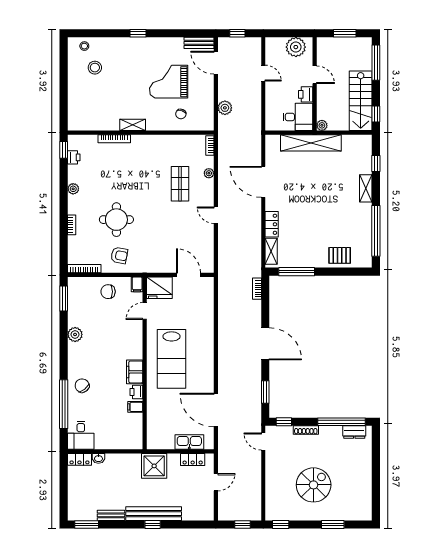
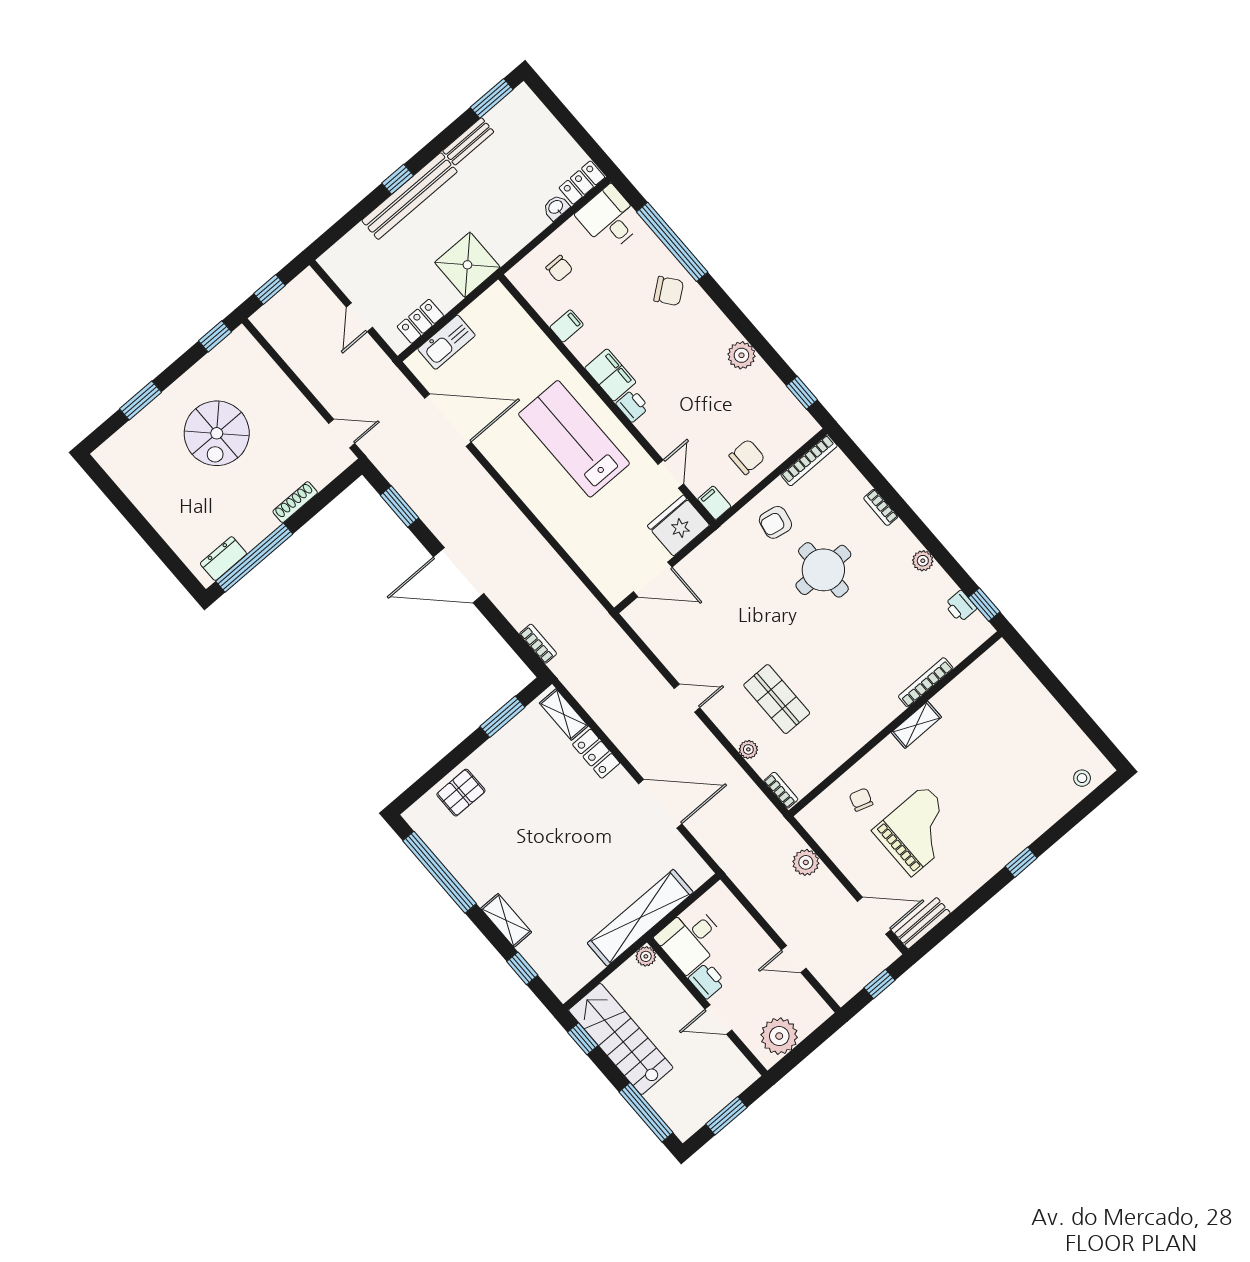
stool: (95, 68) -> (1041, 760), removed
window: (297, 272) -> (502, 717), width x0.69
window: (64, 298) -> (802, 393), width x0.67
printer: (136, 392) -> (632, 406), moved
window: (284, 422) -> (336, 487), removed
chair: (118, 433) -> (559, 269), added

